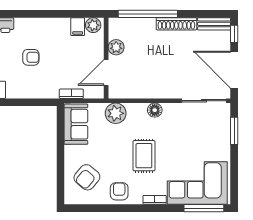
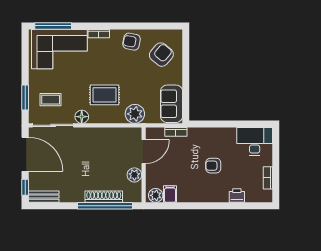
shoe rack: (176, 24) -> (104, 197), moved
floor lamp: (155, 110) -> (82, 117), moved
coffee table: (207, 129) -> (51, 100), added
rug: (144, 156) -> (105, 95), moved, turned 90
armchair: (119, 191) -> (132, 42), turned 101

